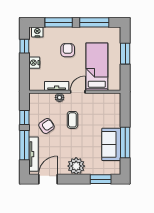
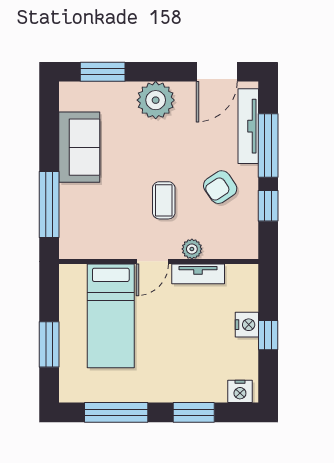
window: (59, 22) -> (194, 412), width x0.69
window: (24, 46) -> (268, 335), moved
armchair: (68, 50) -> (174, 352), removed
window: (125, 142) -> (49, 204), moved

